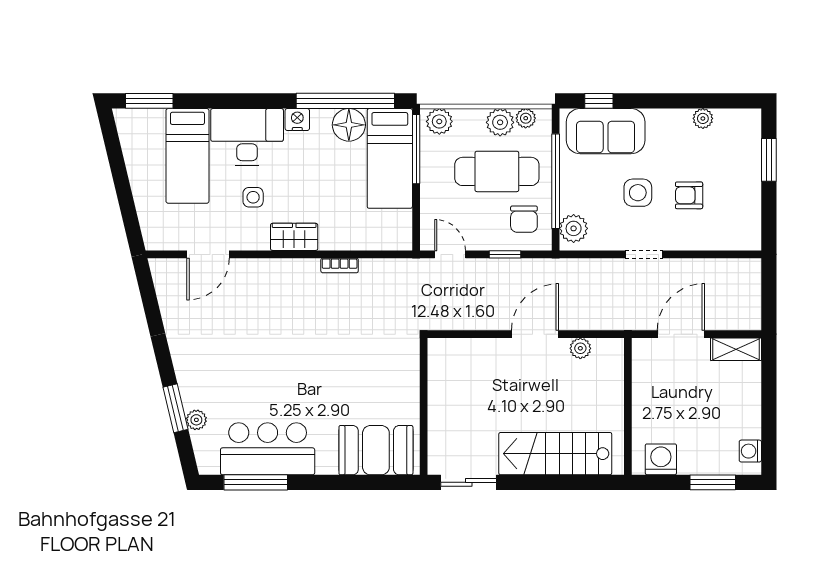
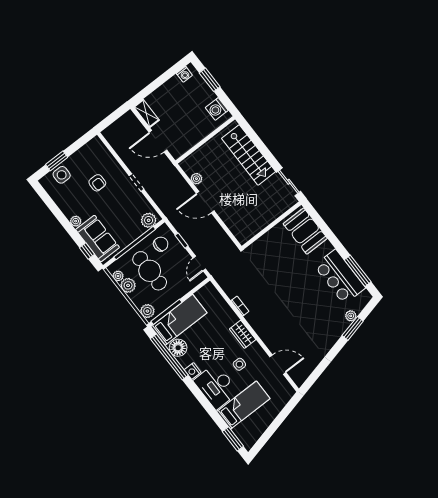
plant: (703, 118) -> (76, 221), moved
side table: (638, 193) -> (62, 175), moved

